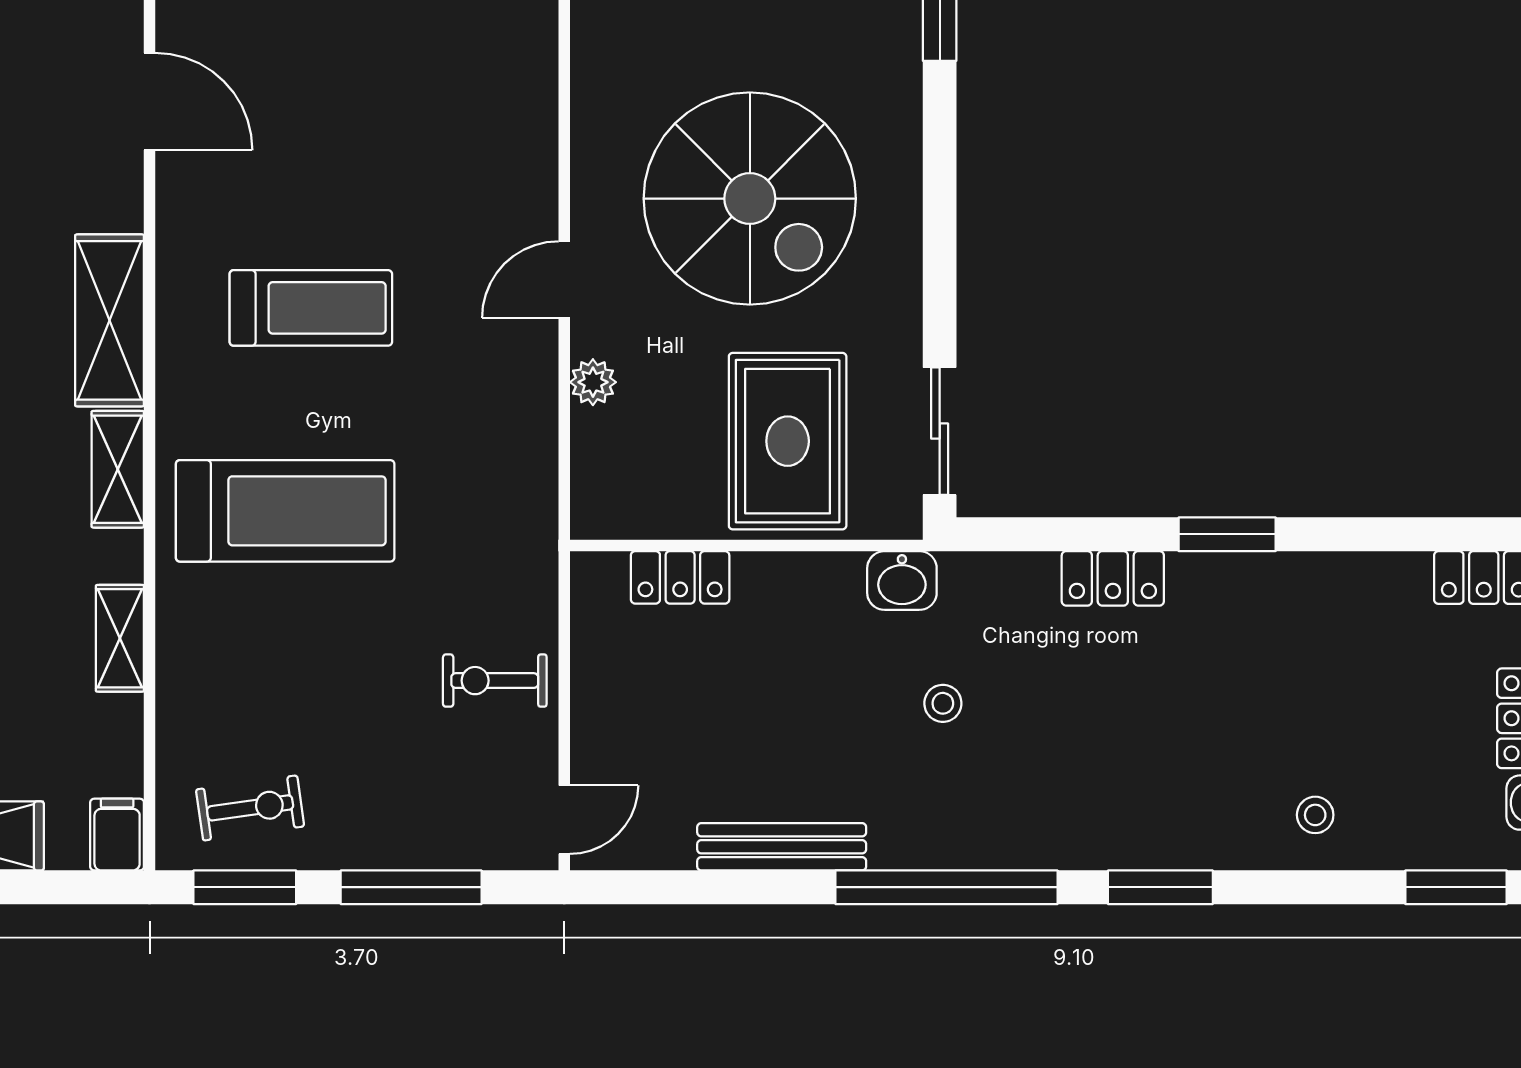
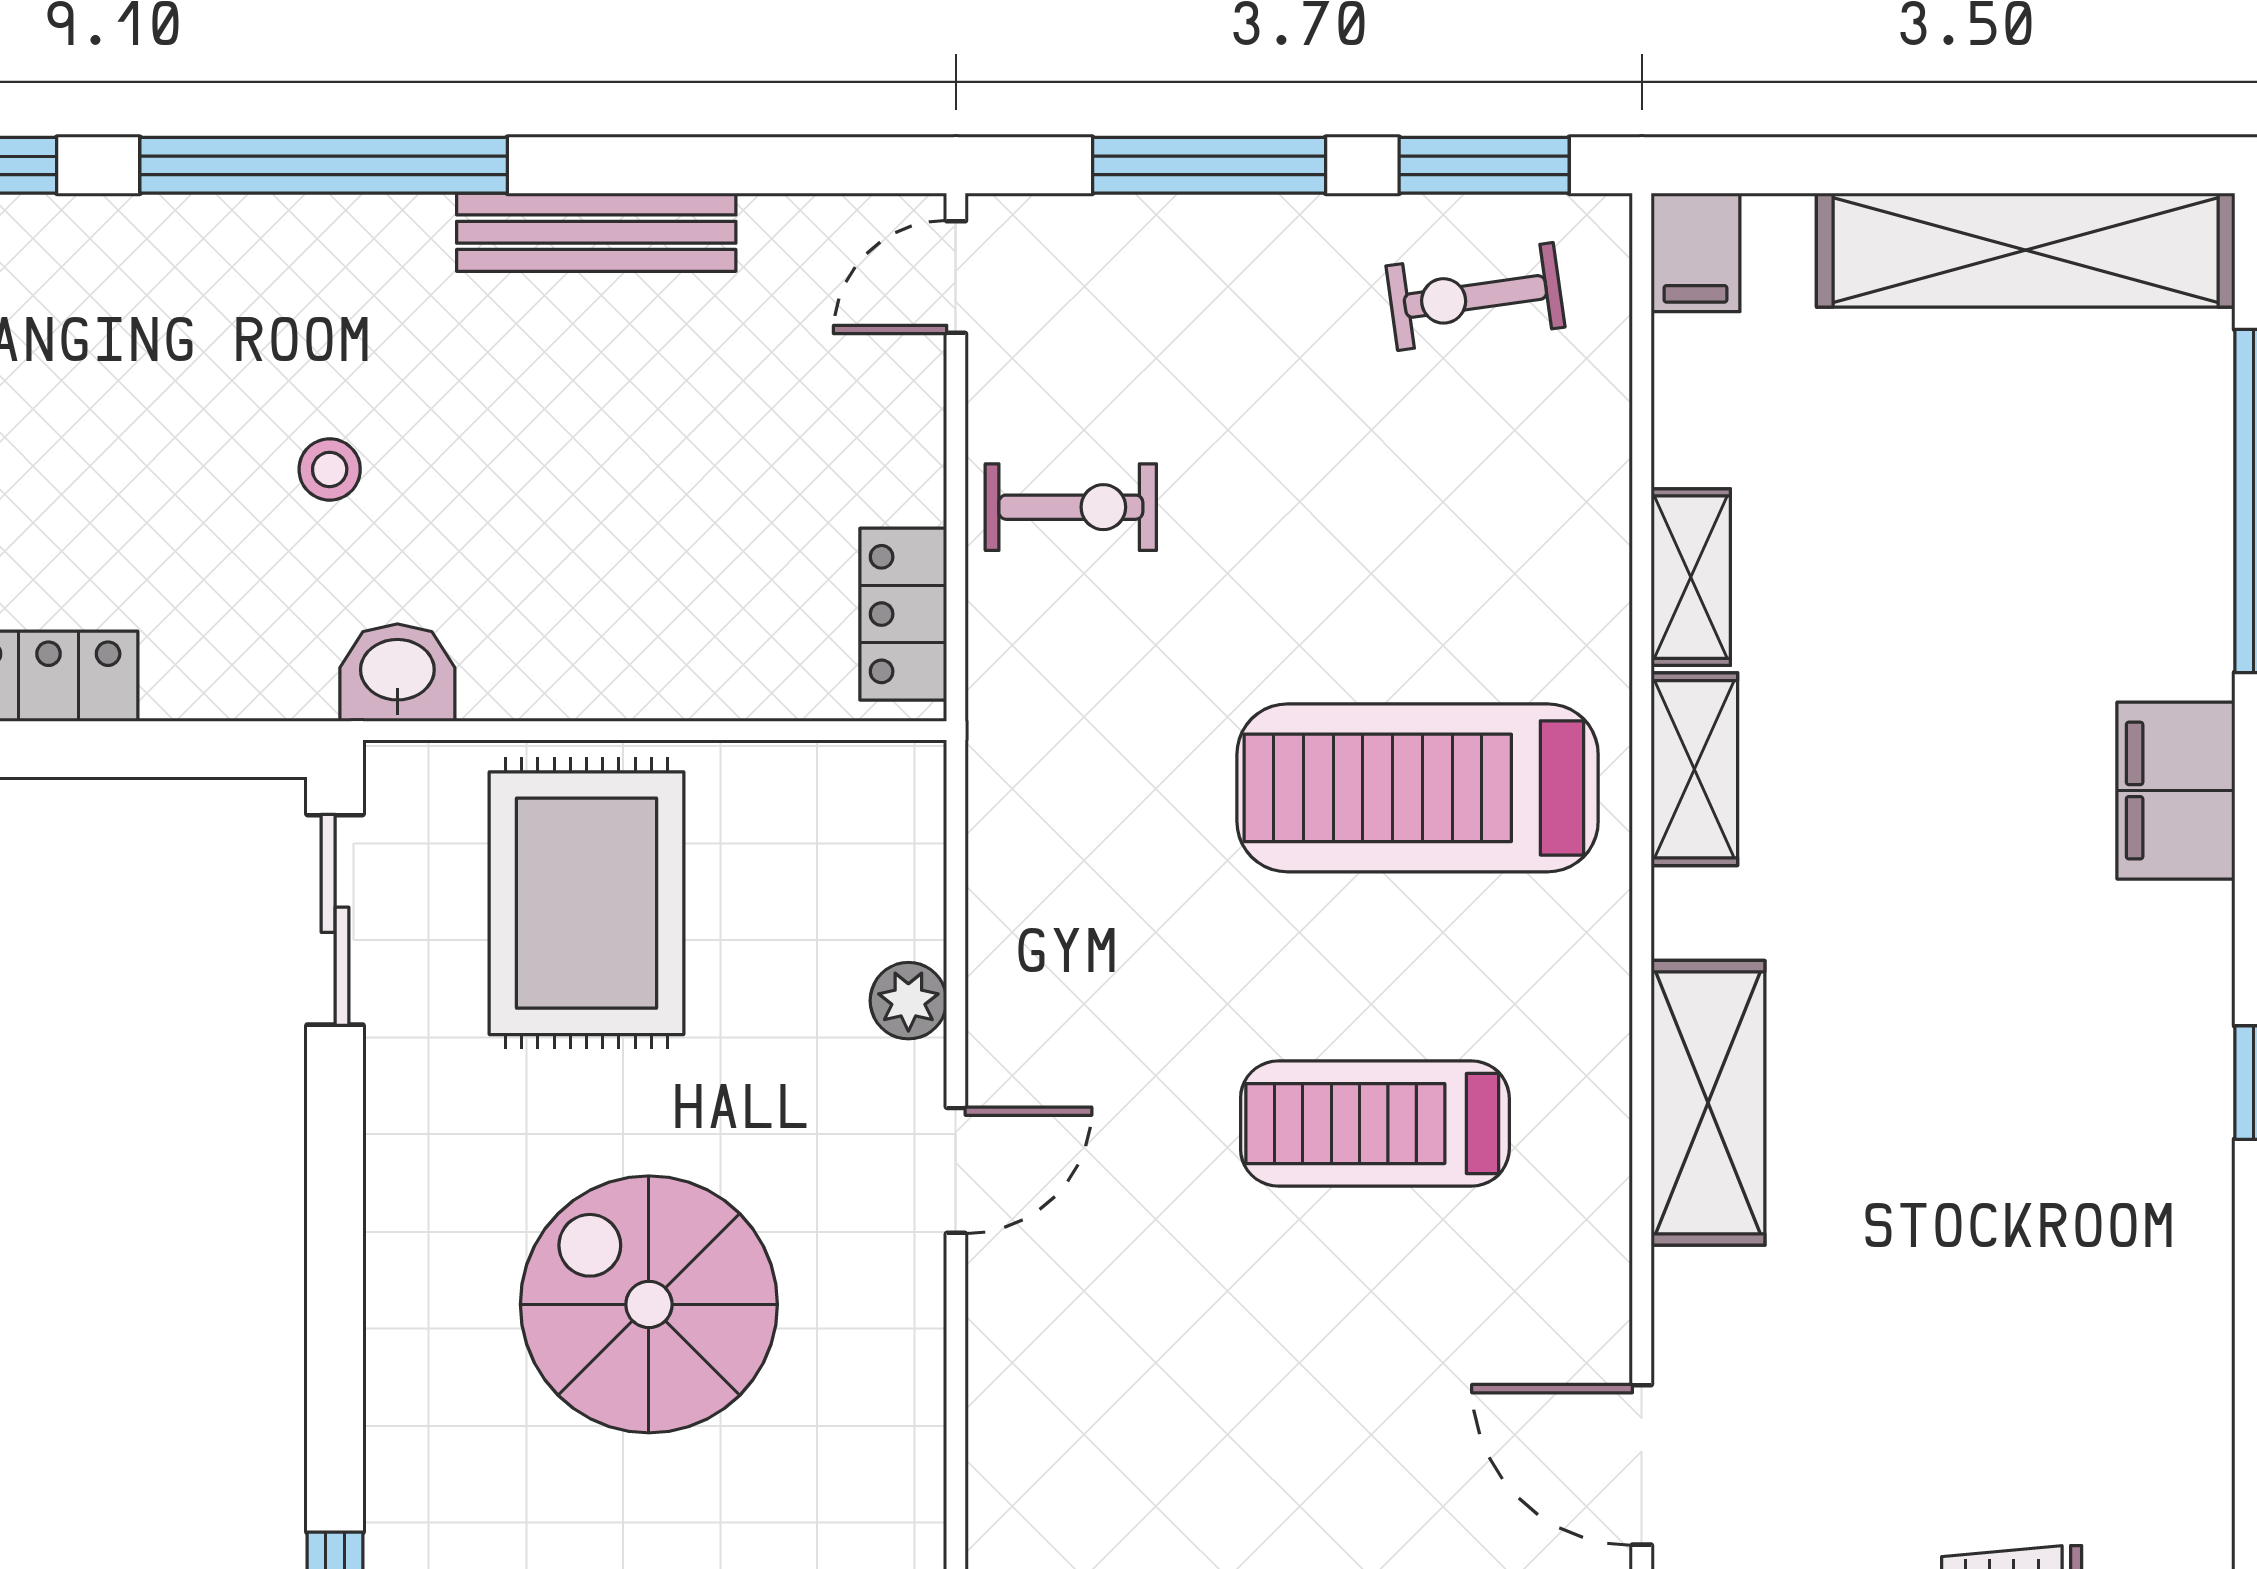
spiral stairs: (750, 199) -> (649, 1304), width x0.73, depth x0.73
shelving: (118, 469) -> (1694, 769), moved
locker: (680, 577) -> (903, 614), moved, turned -90

